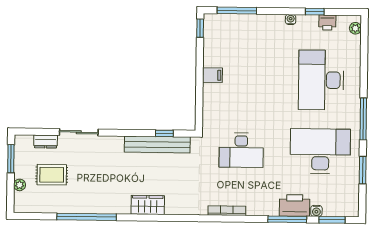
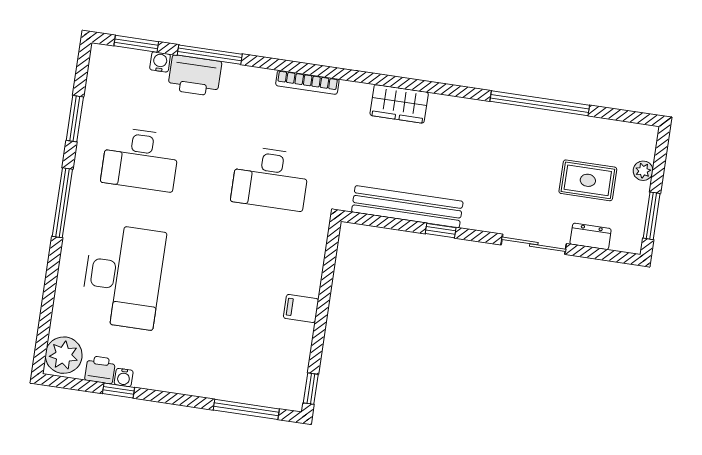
water cooler: (291, 19) -> (124, 377), moved
plant: (355, 28) -> (64, 355), width x1.88, depth x1.88
window: (164, 133) -> (441, 231), moved
desk: (241, 150) -> (270, 178), turned 180
desk: (320, 151) -> (140, 159), width x0.73, depth x0.77
wardrobe: (148, 205) -> (399, 104), moved

